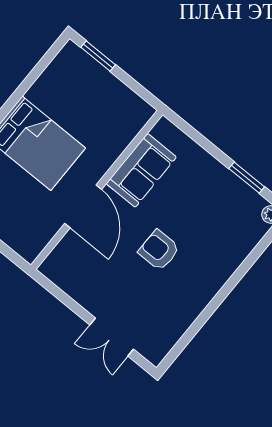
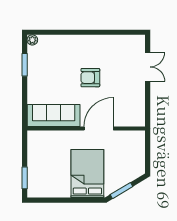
sofa: (141, 170) -> (54, 116), width x1.36
armchair: (159, 250) -> (90, 78), turned 90

